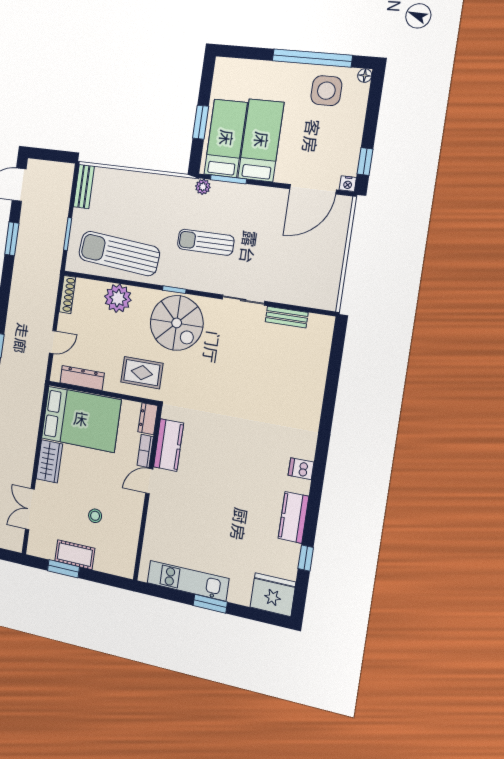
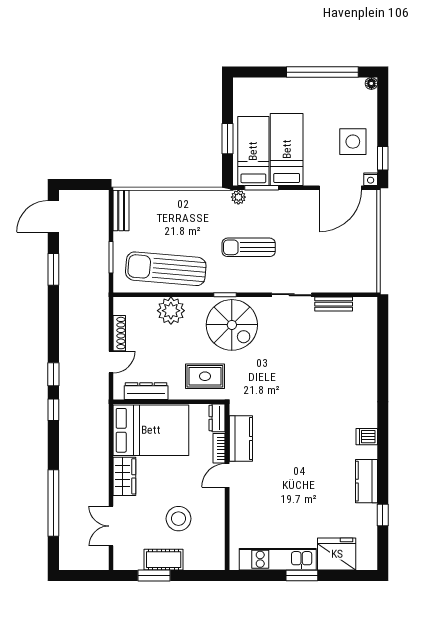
side table: (326, 91) -> (353, 142), moved
shoe rack: (67, 295) -> (119, 333), moved
stool: (95, 516) -> (179, 519), width x1.89, depth x1.89
fridge: (273, 595) -> (337, 554), moved

